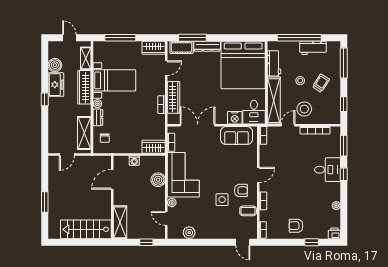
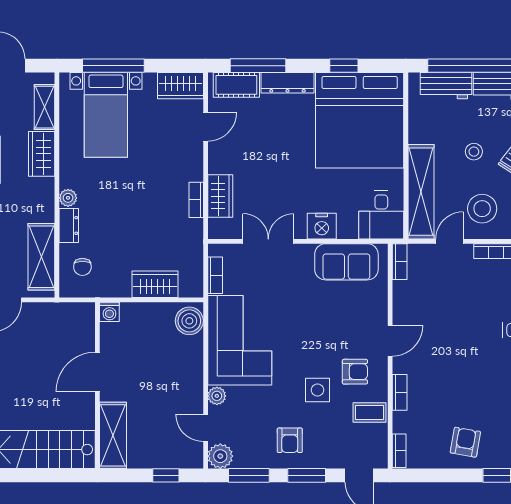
window: (235, 38) -> (344, 66), added
workbench: (274, 63) -> (446, 86), moved, turned 90
bed with nightstands: (114, 80) -> (106, 115), moved, turned 90
wardrobe: (84, 87) -> (42, 154), width x0.67
wardrobe: (173, 97) -> (220, 196), width x0.67
nightstand: (235, 118) -> (322, 226), moved
double door: (198, 125) -> (268, 241), width x0.73
wardrobe: (154, 147) -> (155, 284), moved
washing machine: (134, 161) -> (109, 312), moved
door: (112, 179) -> (97, 372), moved
boiler: (158, 180) -> (189, 321), moved
armchair: (208, 225) -> (290, 440), added
armchair: (296, 226) -> (465, 442), turned 100
plant: (189, 233) -> (220, 456), moved
window: (188, 242) -> (249, 475), added
window: (217, 242) -> (307, 475), added

